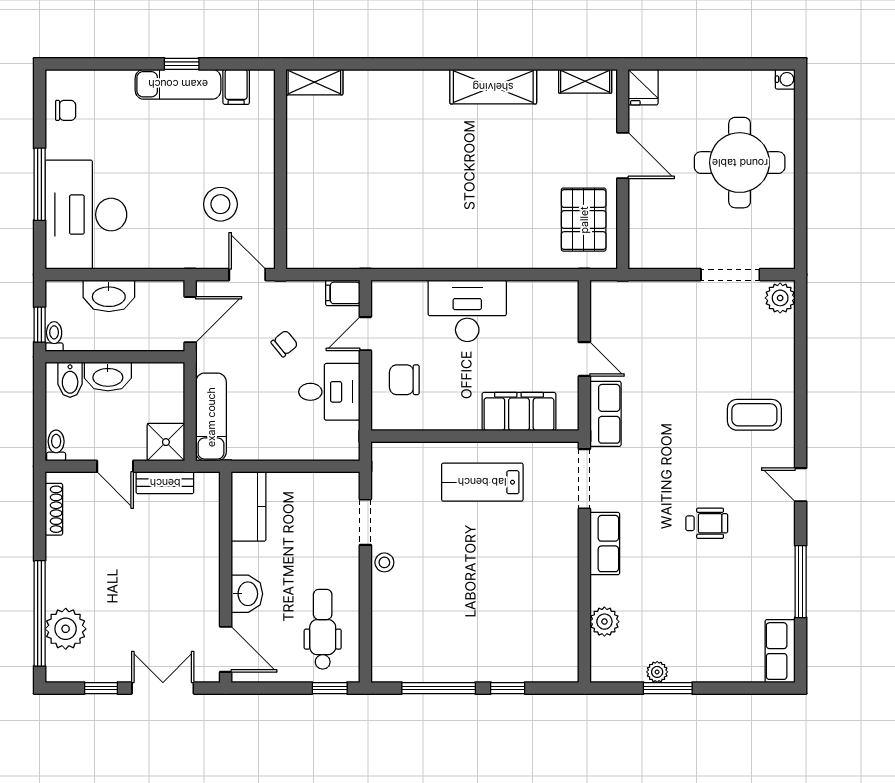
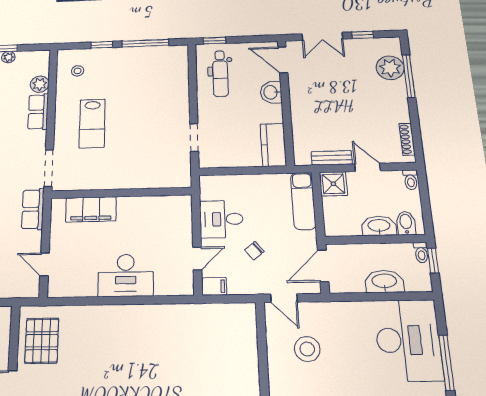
door: (584, 359) -> (45, 264), moved
chair: (404, 380) -> (169, 228), removed
lab bench: (482, 482) -> (92, 123), moved, turned 90
row of seats: (605, 544) -> (38, 112), moved
stool: (384, 562) -> (78, 71), moved
window: (40, 613) -> (409, 76), width x0.68

